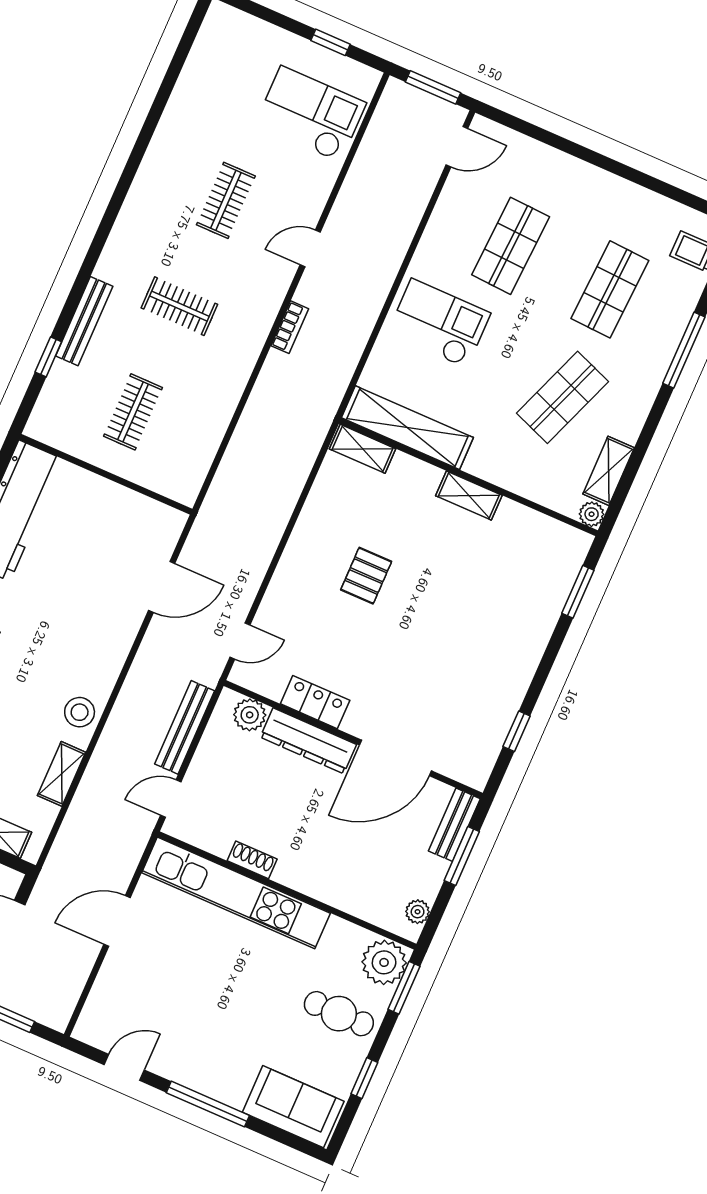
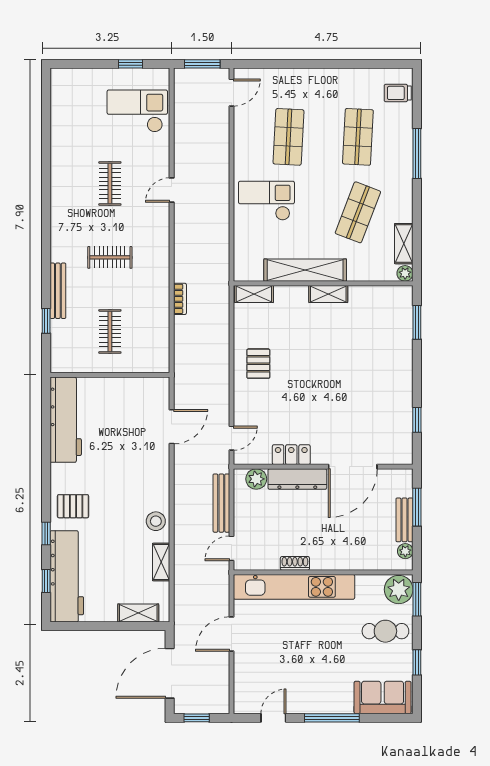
bookcase: (290, 327) -> (180, 299), moved
shelving: (407, 428) -> (305, 270), moved
pallet: (366, 576) -> (258, 364), moved
bench: (454, 825) -> (404, 520), moved

